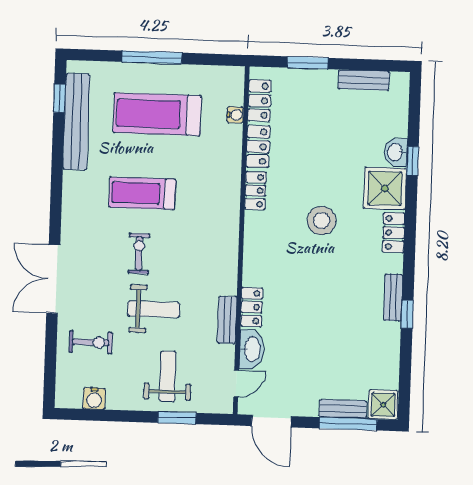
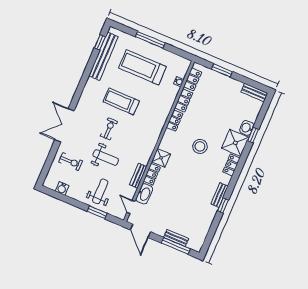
bench: (364, 80) -> (254, 93), moved
door: (236, 383) -> (131, 207), swing flipped
shower: (383, 405) -> (161, 158), moved

